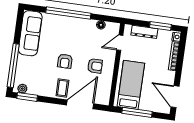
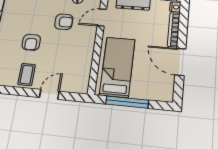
armchair: (95, 66) -> (64, 22), moved
door: (175, 97) -> (180, 62), moved
door: (80, 104) -> (49, 94), width x0.53

